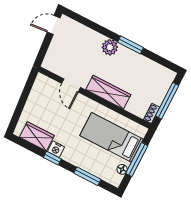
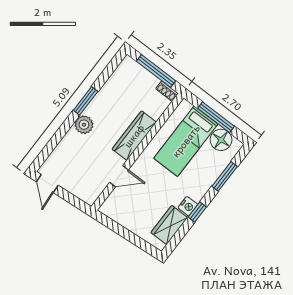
floor lamp: (122, 169) -> (221, 140), width x1.89, depth x1.89

